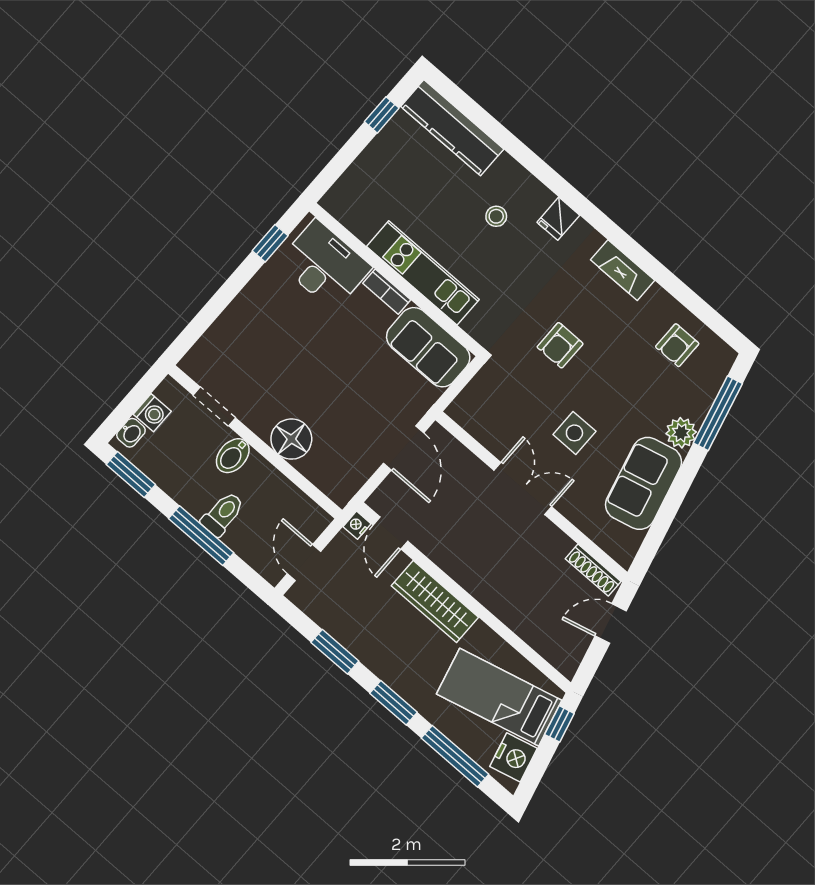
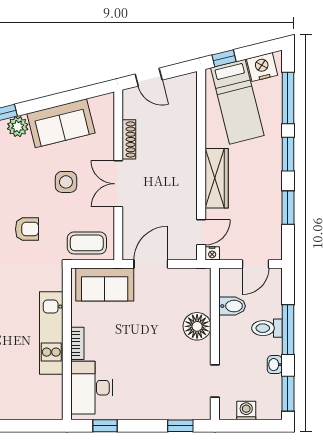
window: (198, 326) -> (180, 426), added
sofa: (428, 347) -> (105, 285), moved, turned 90
coffee table: (488, 398) -> (87, 243), added
washbasin: (131, 433) -> (275, 365), moved, turned -90
bidet: (233, 456) -> (232, 306), moved
shoe rack: (593, 570) -> (129, 139), moved

